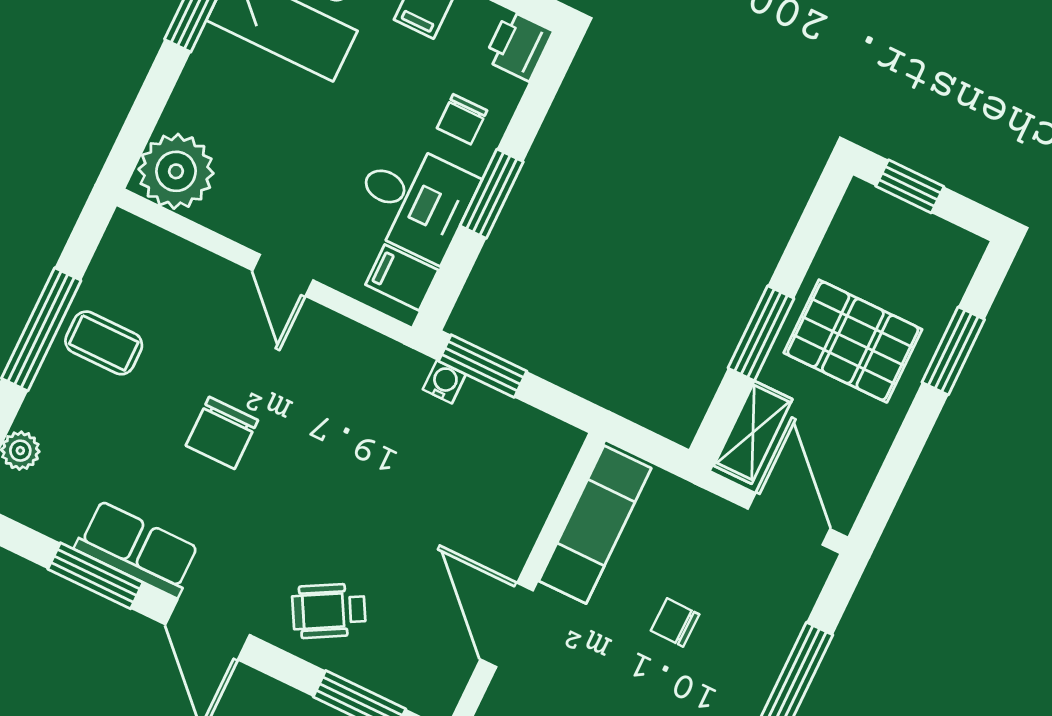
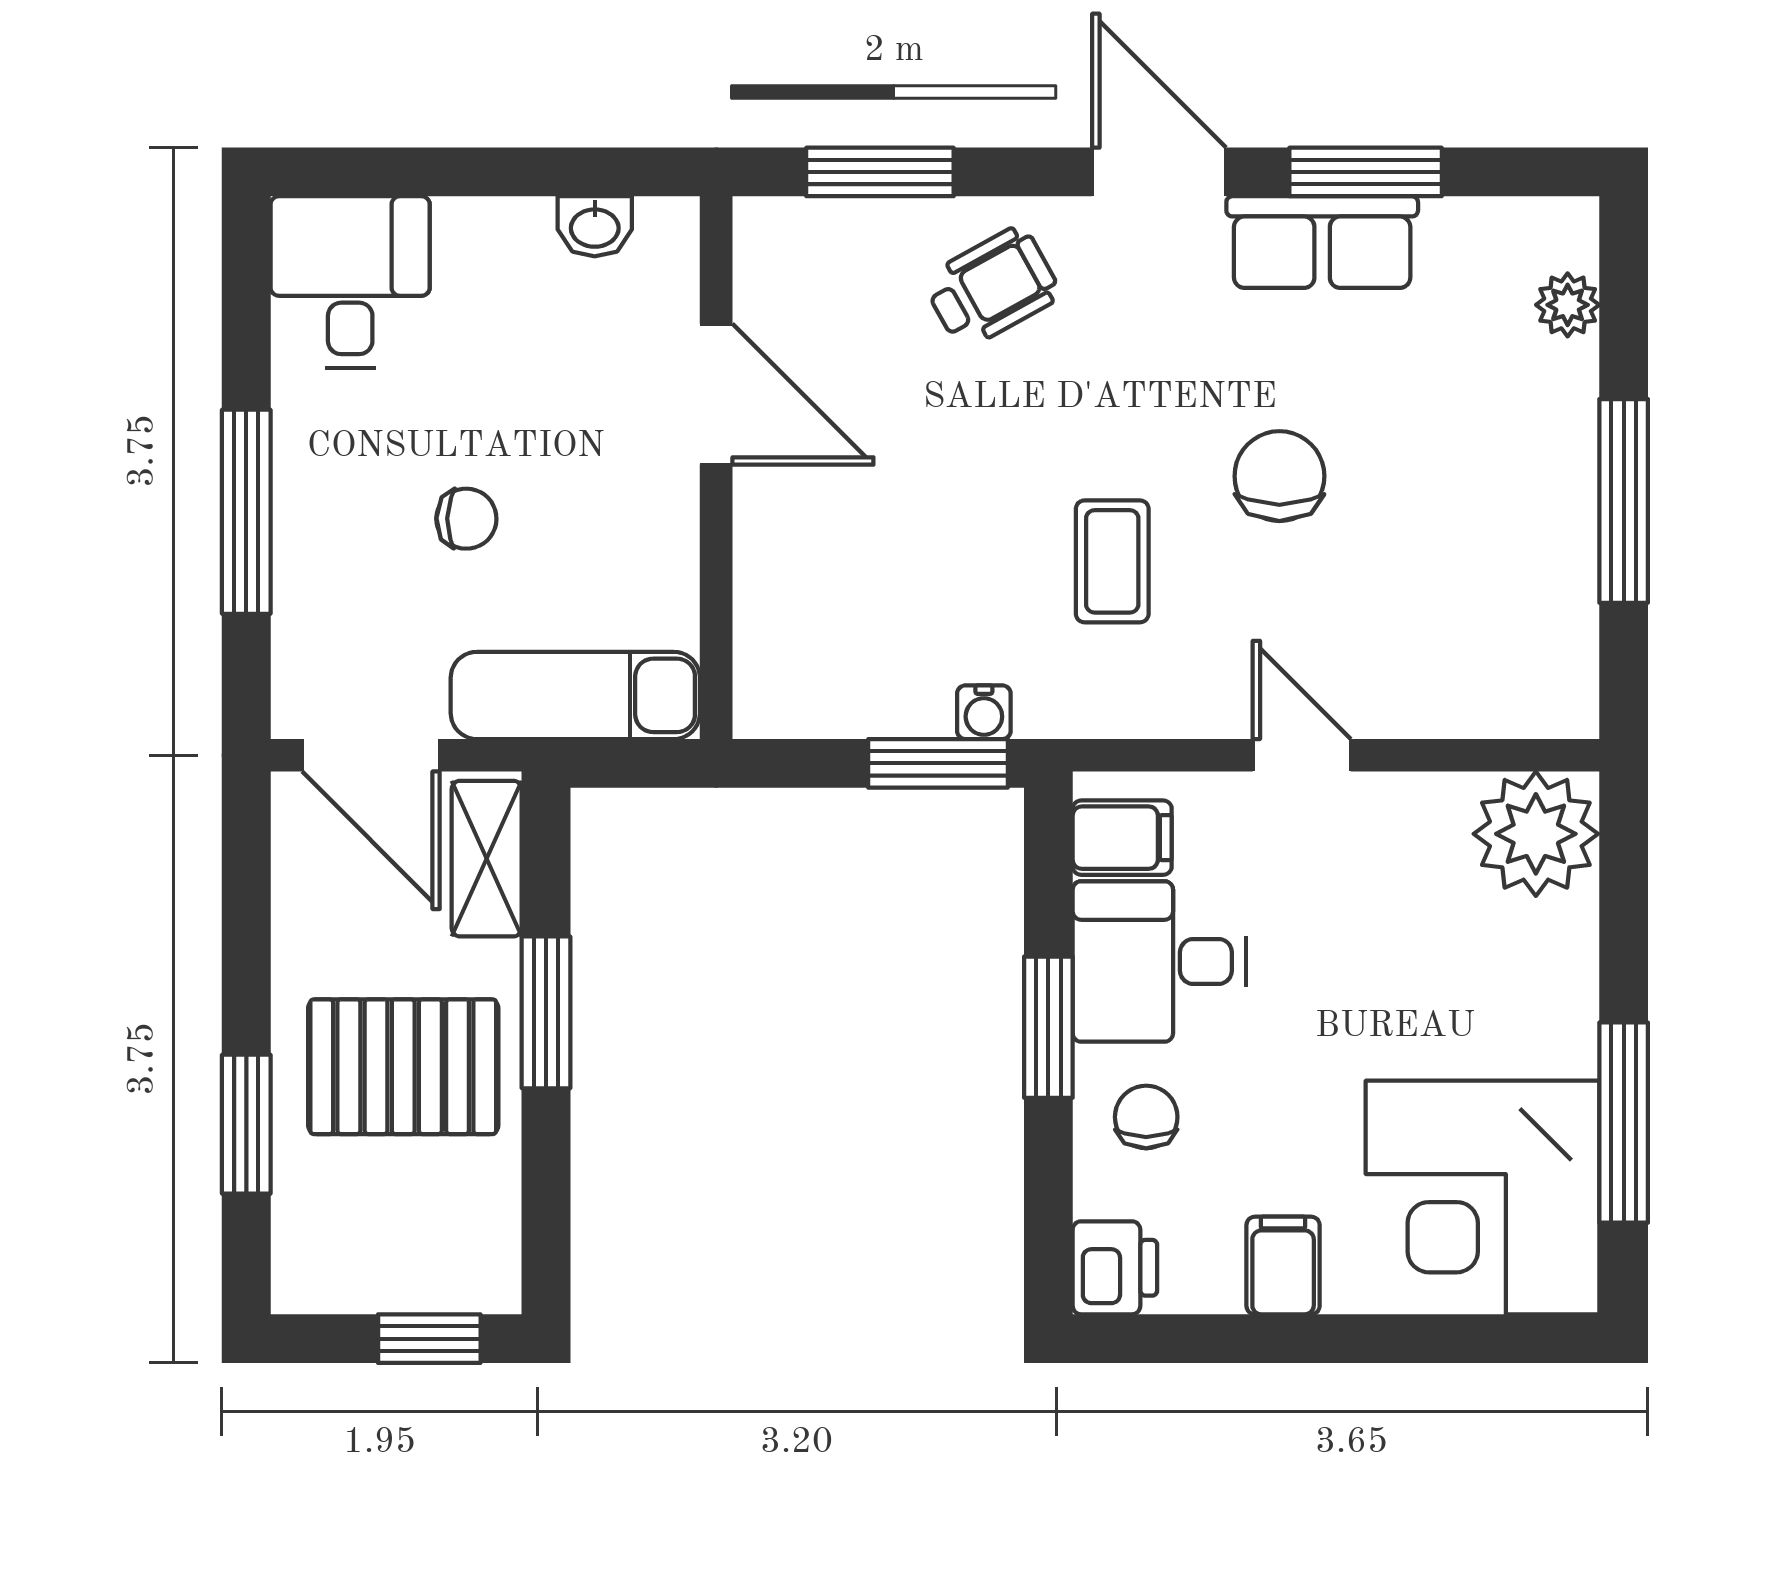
coffee table: (104, 343) -> (1112, 561), moved, turned 90
exam couch: (595, 525) -> (575, 695), moved, turned 90

